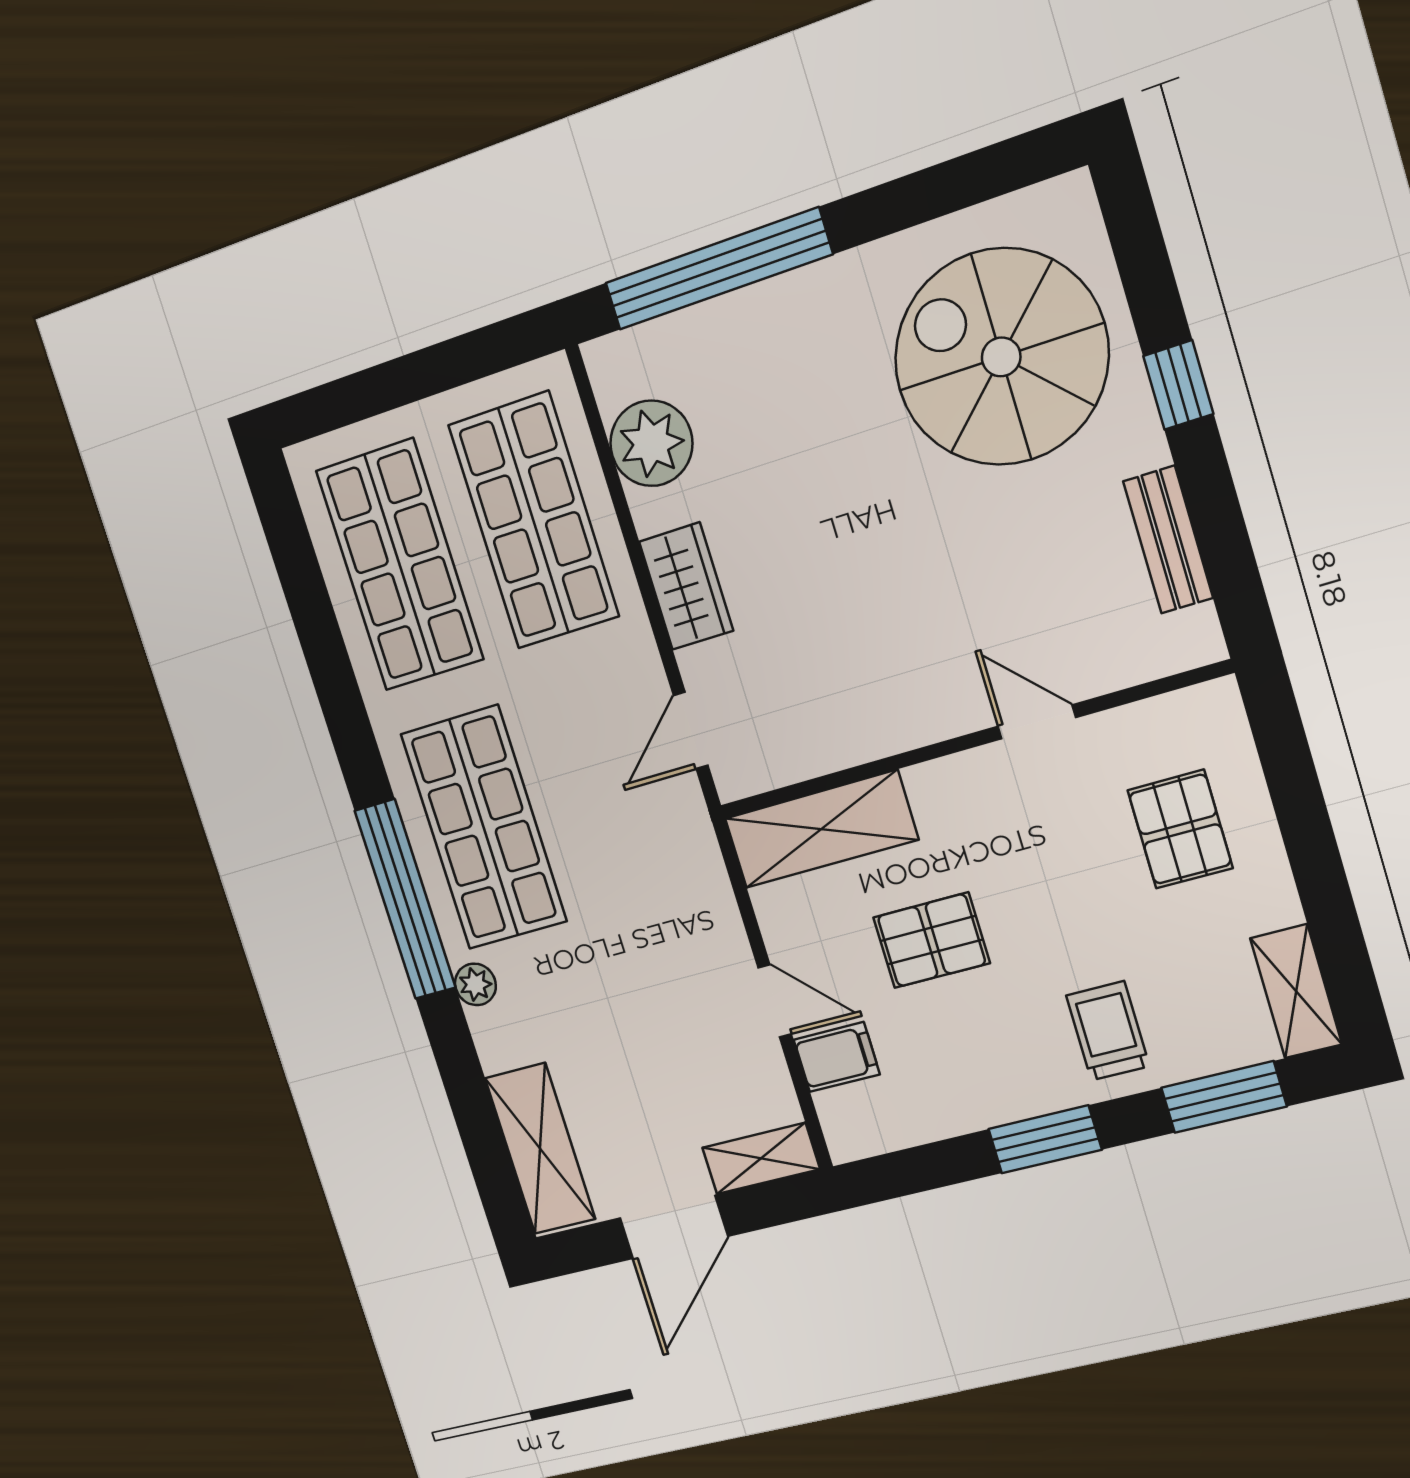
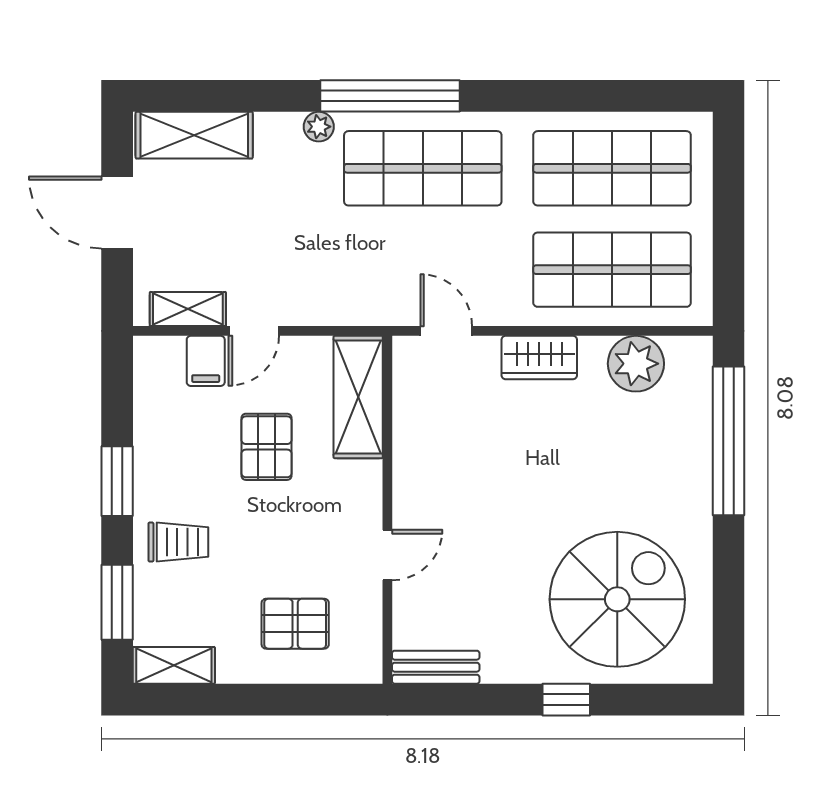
bench: (1168, 540) -> (436, 667), moved
shelving: (761, 1158) -> (188, 309), moved, turned 90

